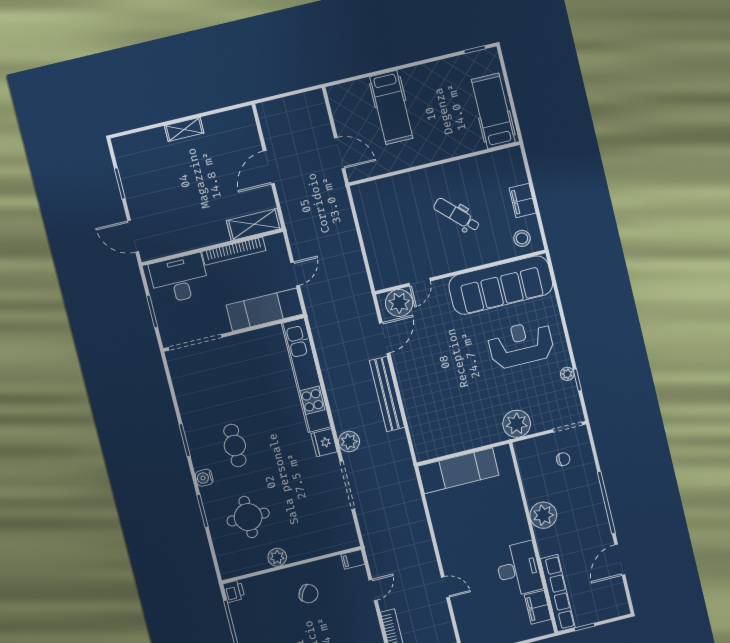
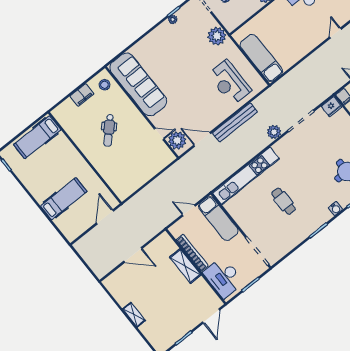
shelving: (254, 224) -> (185, 266), moved
reception desk: (521, 344) -> (229, 83), moved
fridge: (324, 443) -> (332, 107), moved
cafe table: (235, 446) -> (283, 201), moved, turned 90

